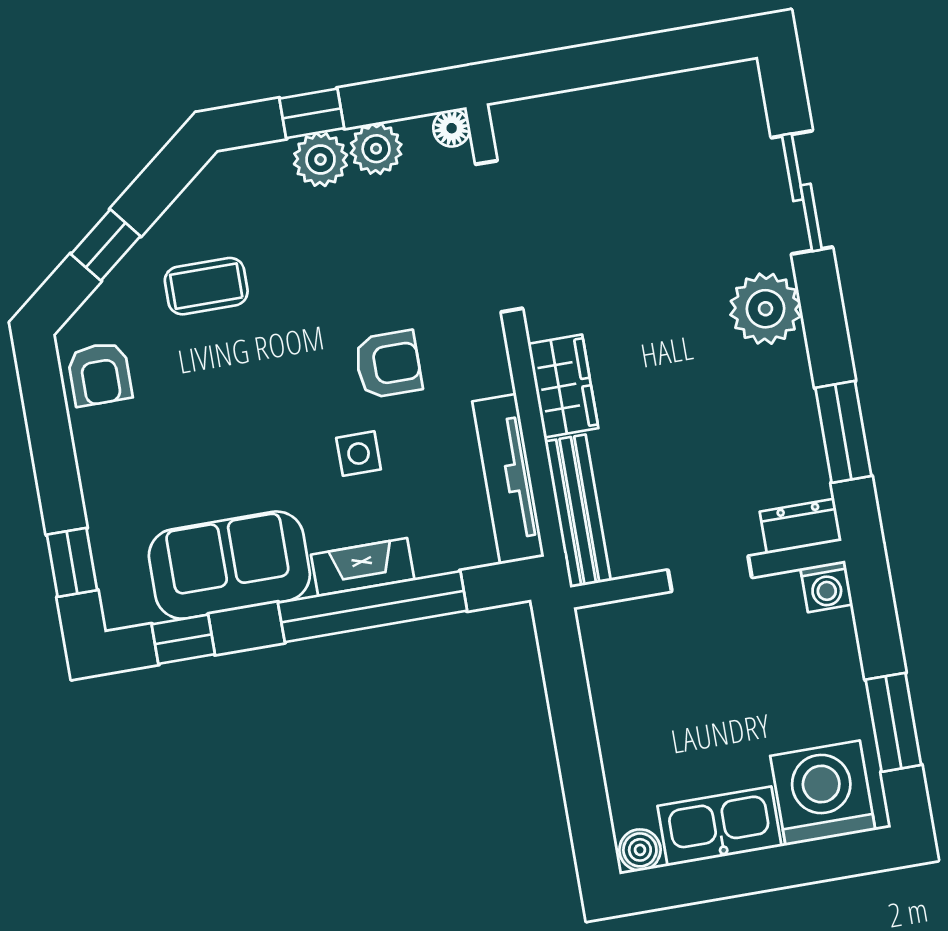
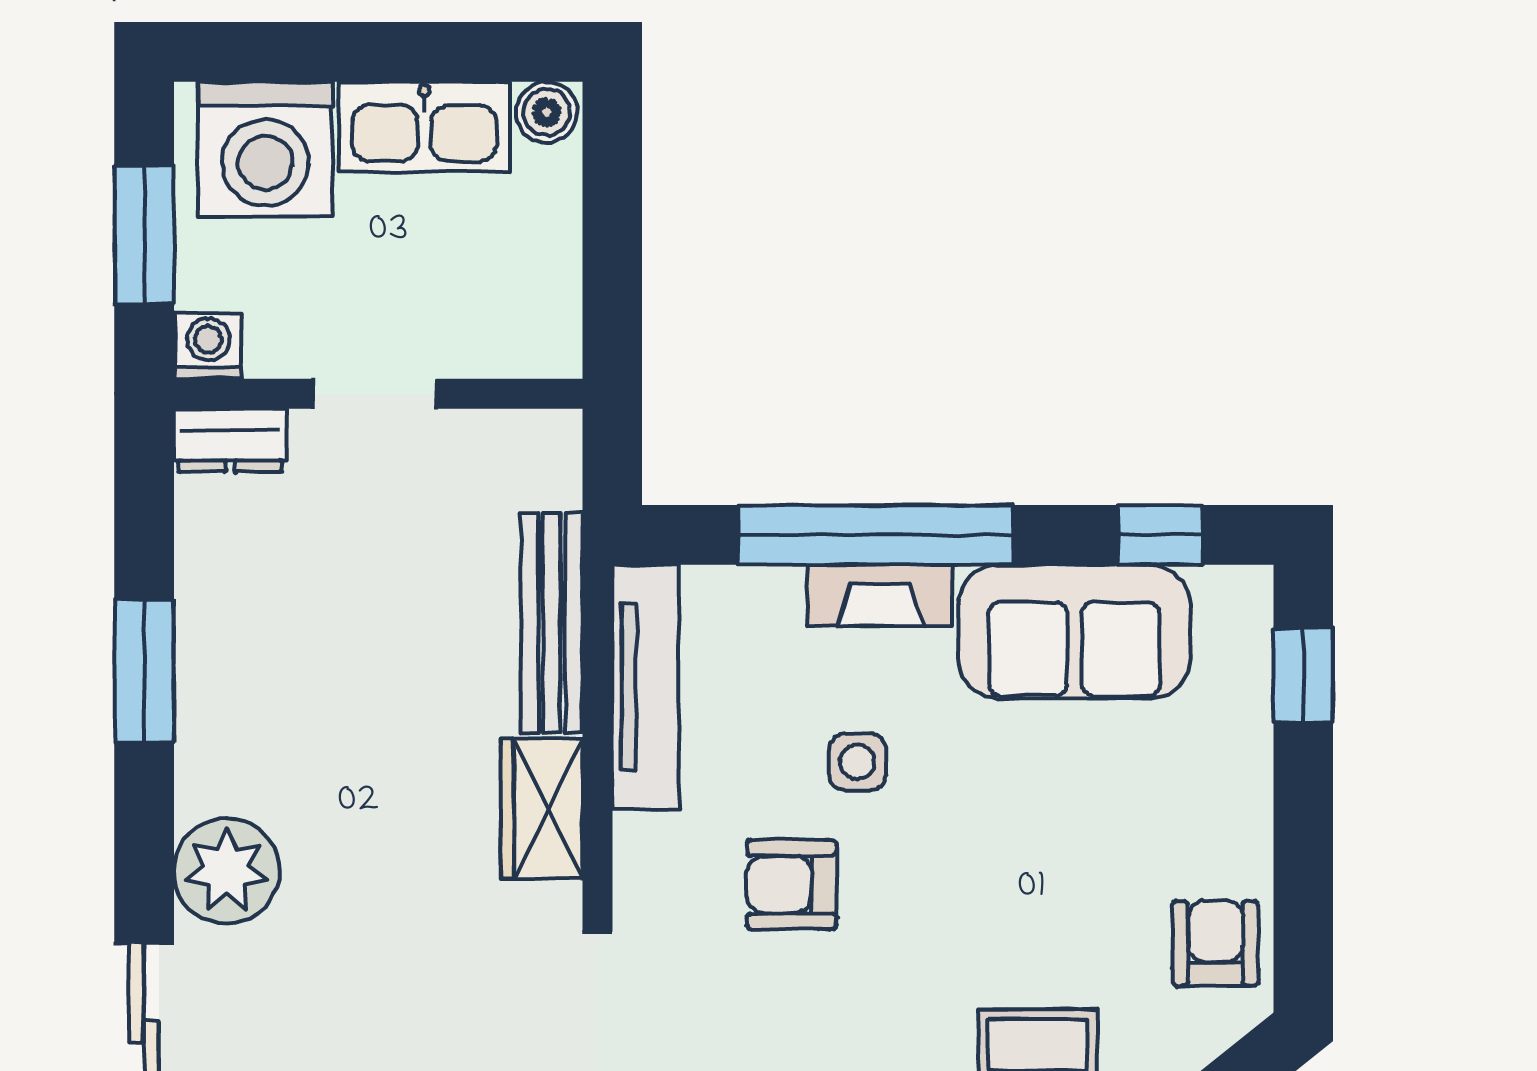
dresser: (801, 526) -> (230, 440), moved
wall: (708, 574) -> (378, 394), moved
doorway: (710, 574) -> (375, 394), moved
washing machine: (826, 587) -> (208, 346), moved

